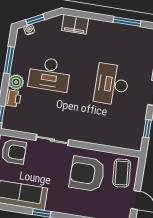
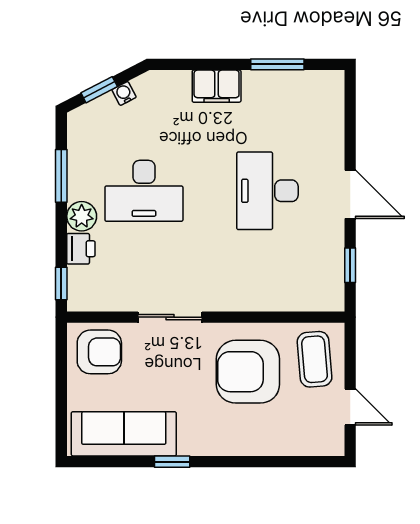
filing cabinet: (75, 24) -> (217, 86), moved
water cooler: (29, 30) -> (124, 93), moved

